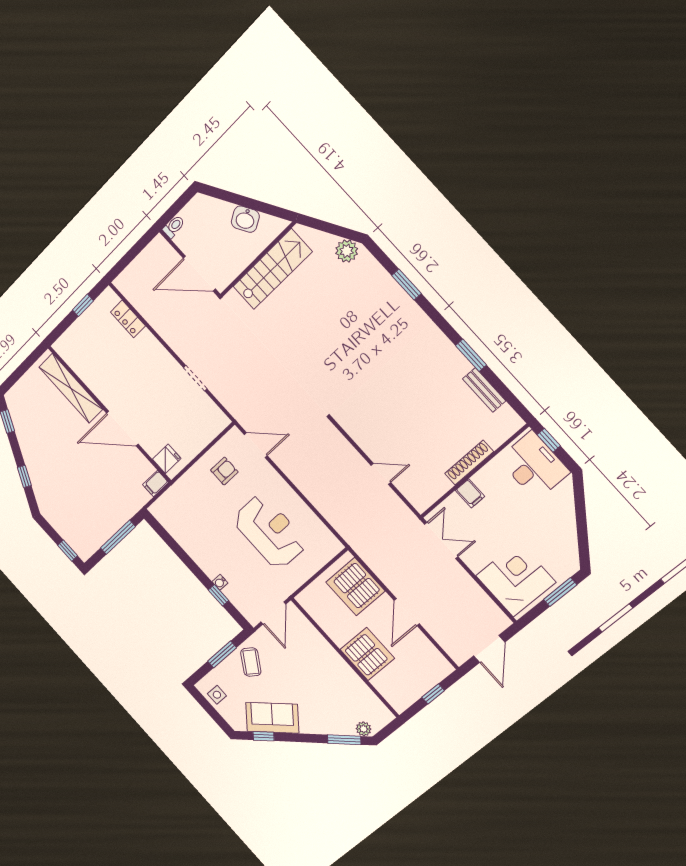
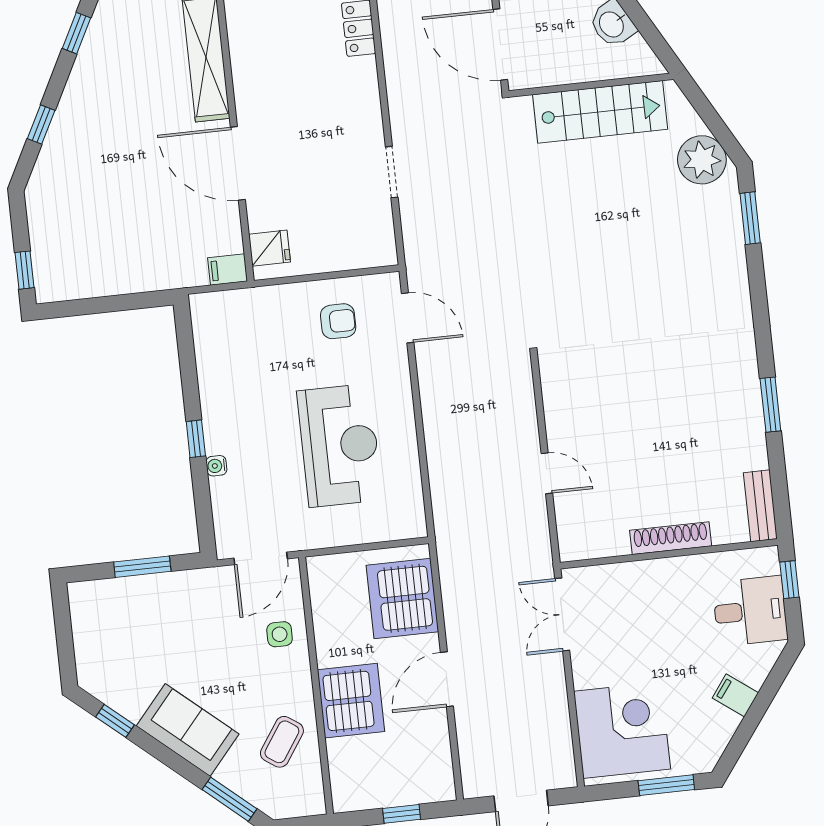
plant: (347, 251) -> (702, 160), width x1.36, depth x1.36
window: (406, 285) -> (750, 218), moved
bench: (484, 390) -> (760, 506), moved
desk: (534, 466) -> (750, 611), width x0.73
filing cabinet: (470, 493) -> (735, 695), moved, turned 126
window: (118, 537) -> (115, 303), removed
double door: (441, 540) -> (562, 614), swing flipped
window: (219, 595) -> (196, 439), moved
coffee table: (251, 662) -> (282, 742), moved
side table: (217, 695) -> (280, 634), moved
sofa: (272, 718) -> (188, 730), moved
plant: (364, 729) -> (269, 801), removed

